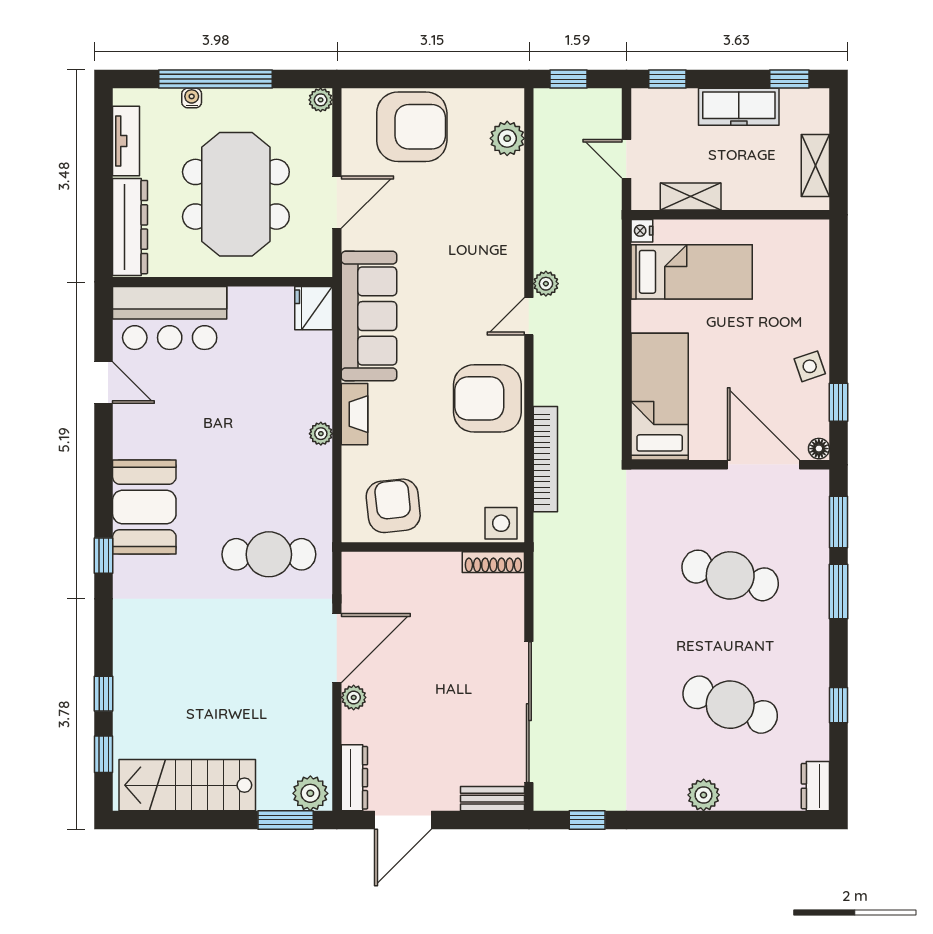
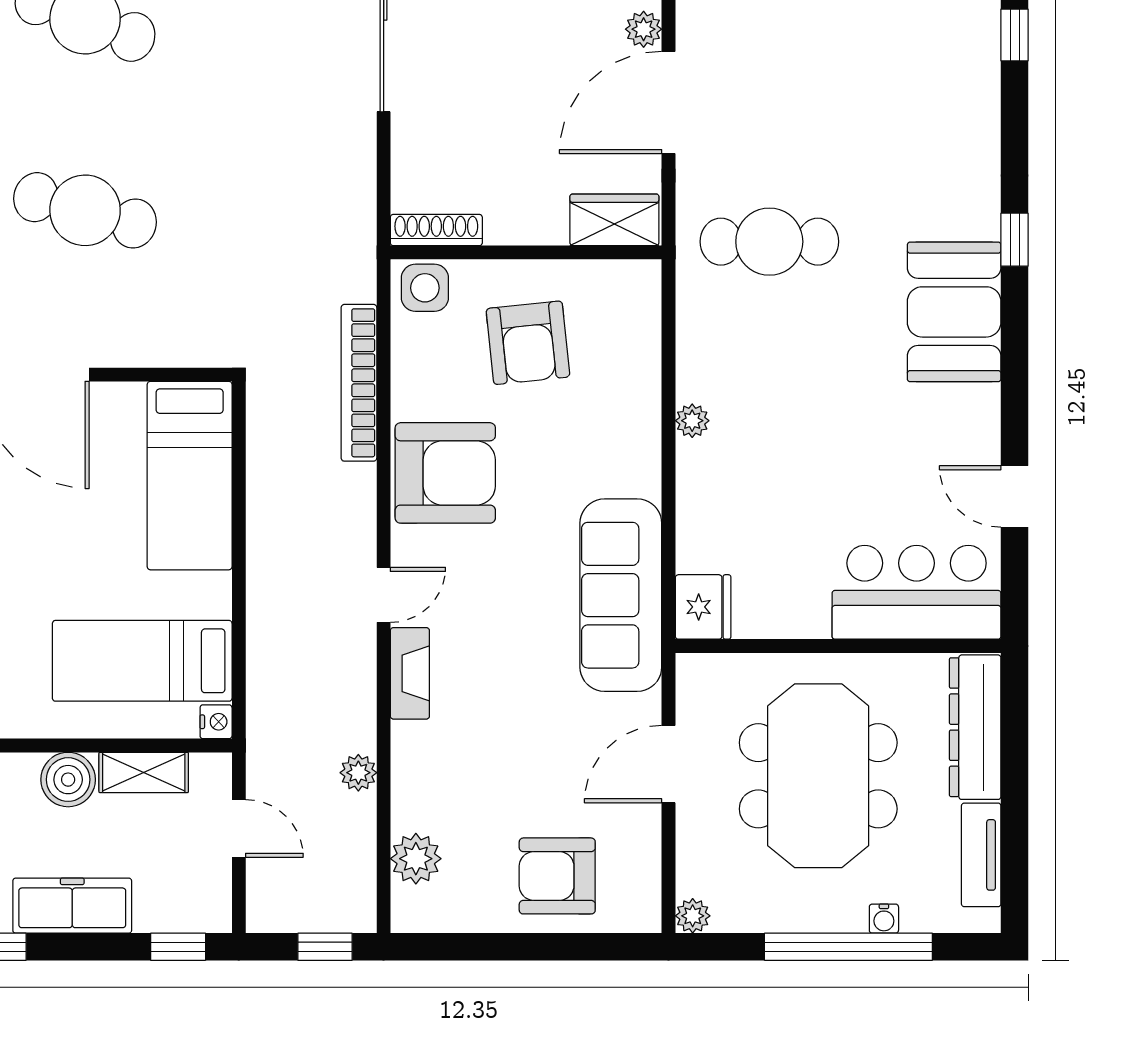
armchair: (412, 127) -> (557, 876), width x0.73, depth x0.73
boiler: (742, 192) -> (68, 780), added
plant: (546, 284) -> (358, 773), moved
fireplace: (355, 414) -> (410, 673), moved, turned 180
armchair: (393, 506) -> (528, 343), moved
wardrobe: (373, 569) -> (614, 220), added

